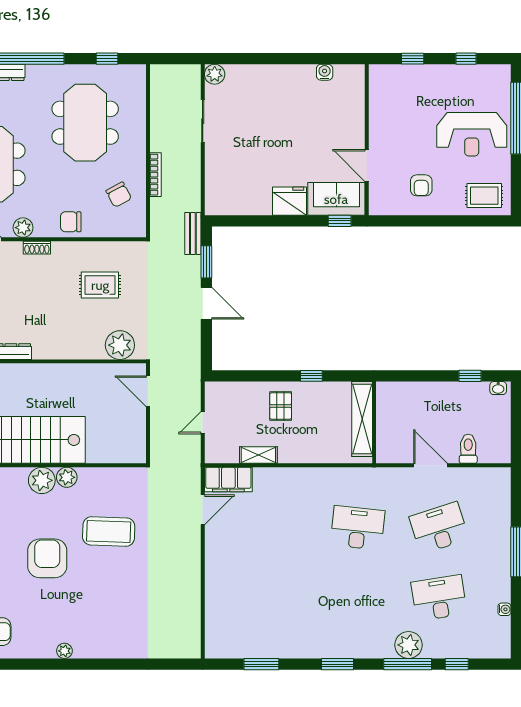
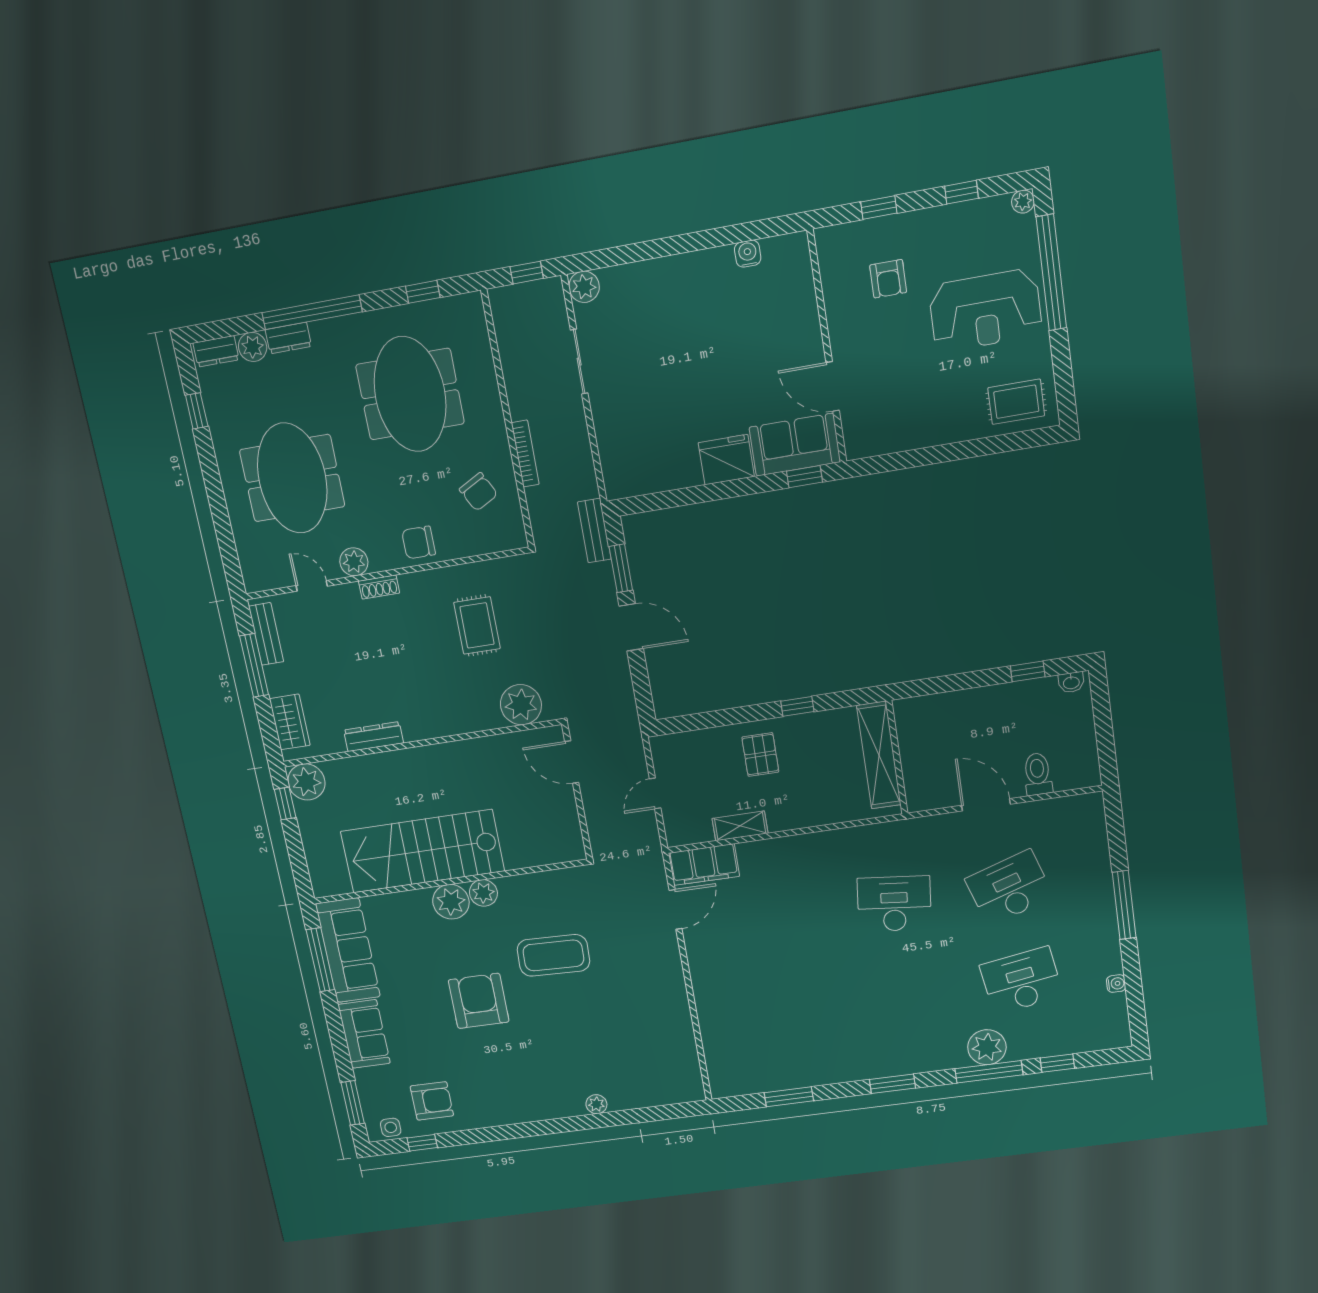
window: (178, 59) -> (527, 273), added
plant: (504, 71) -> (1023, 202), added
armchair: (421, 185) -> (888, 279), moved
rug: (100, 285) -> (477, 625), turned 90
plant: (64, 651) -> (596, 1104), moved

